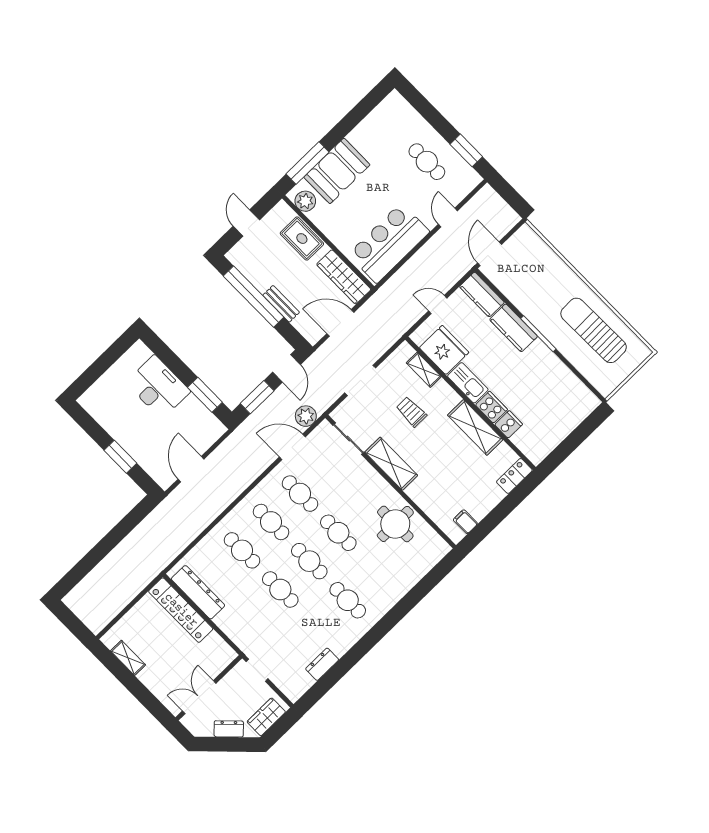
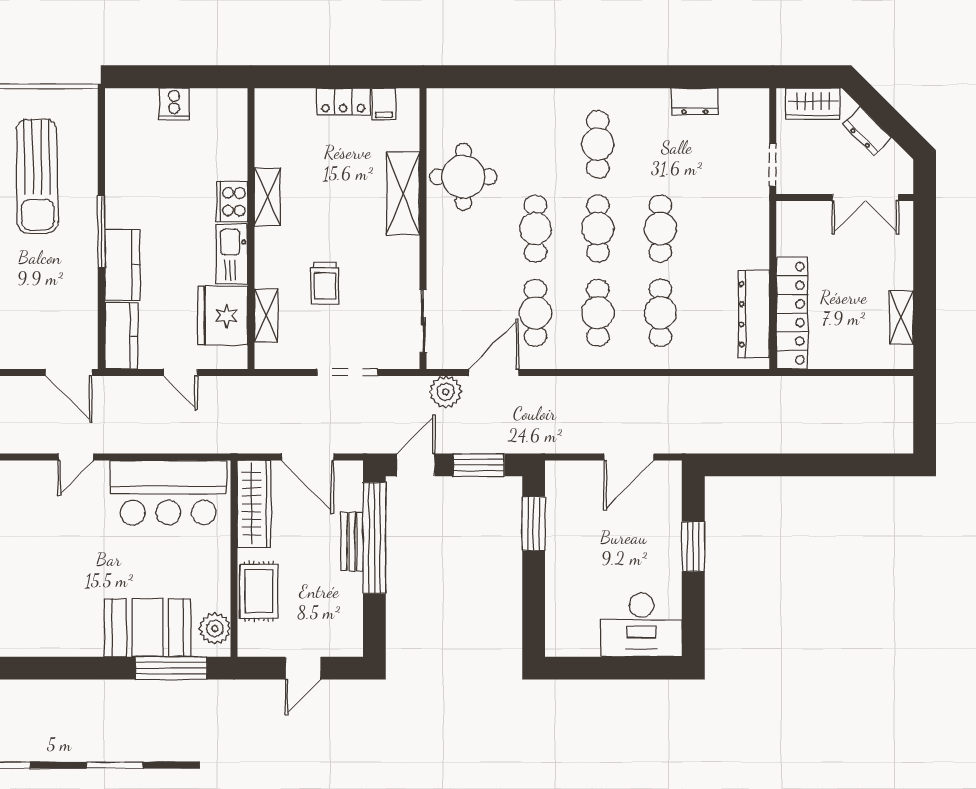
cafe table: (427, 162) -> (39, 541), removed
door: (490, 254) -> (69, 372), hinge flipped
window: (254, 297) -> (374, 538), moved
desk: (158, 387) -> (641, 625), moved, turned -90
cooker: (509, 424) -> (174, 104), moved, turned -90
shelving: (475, 427) -> (267, 197), width x0.67, depth x0.75
door: (292, 447) -> (494, 372), swing flipped
shelving: (391, 464) -> (403, 193), moved
locker: (514, 476) -> (343, 101), moved

